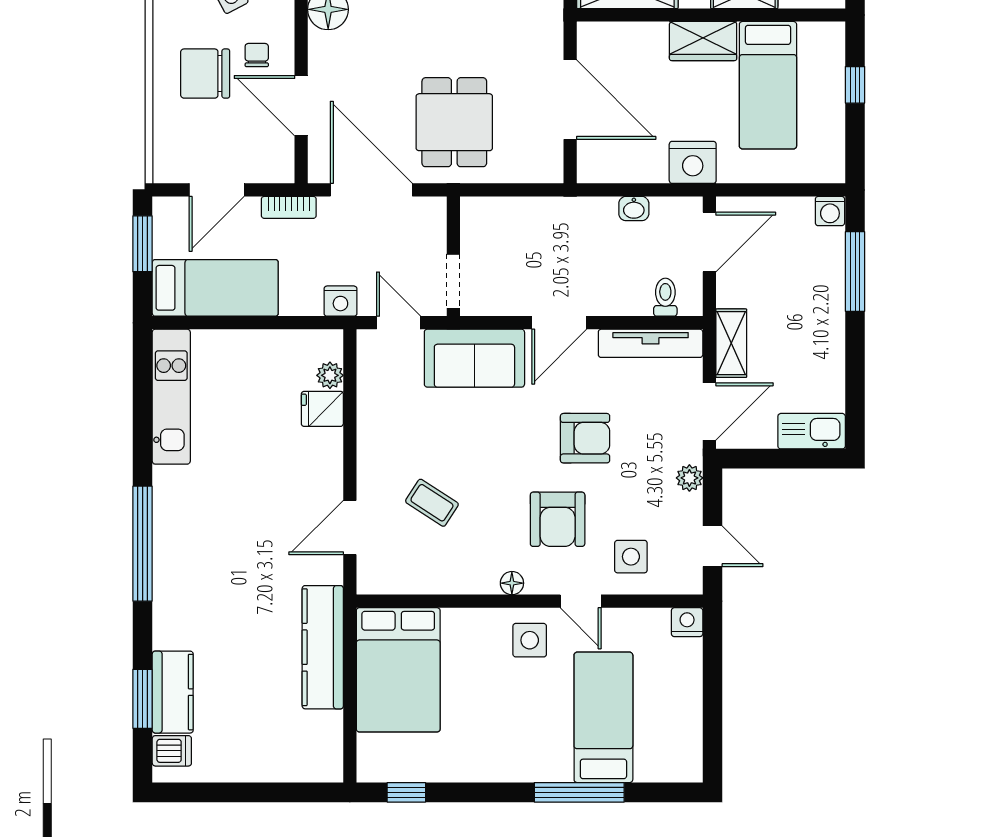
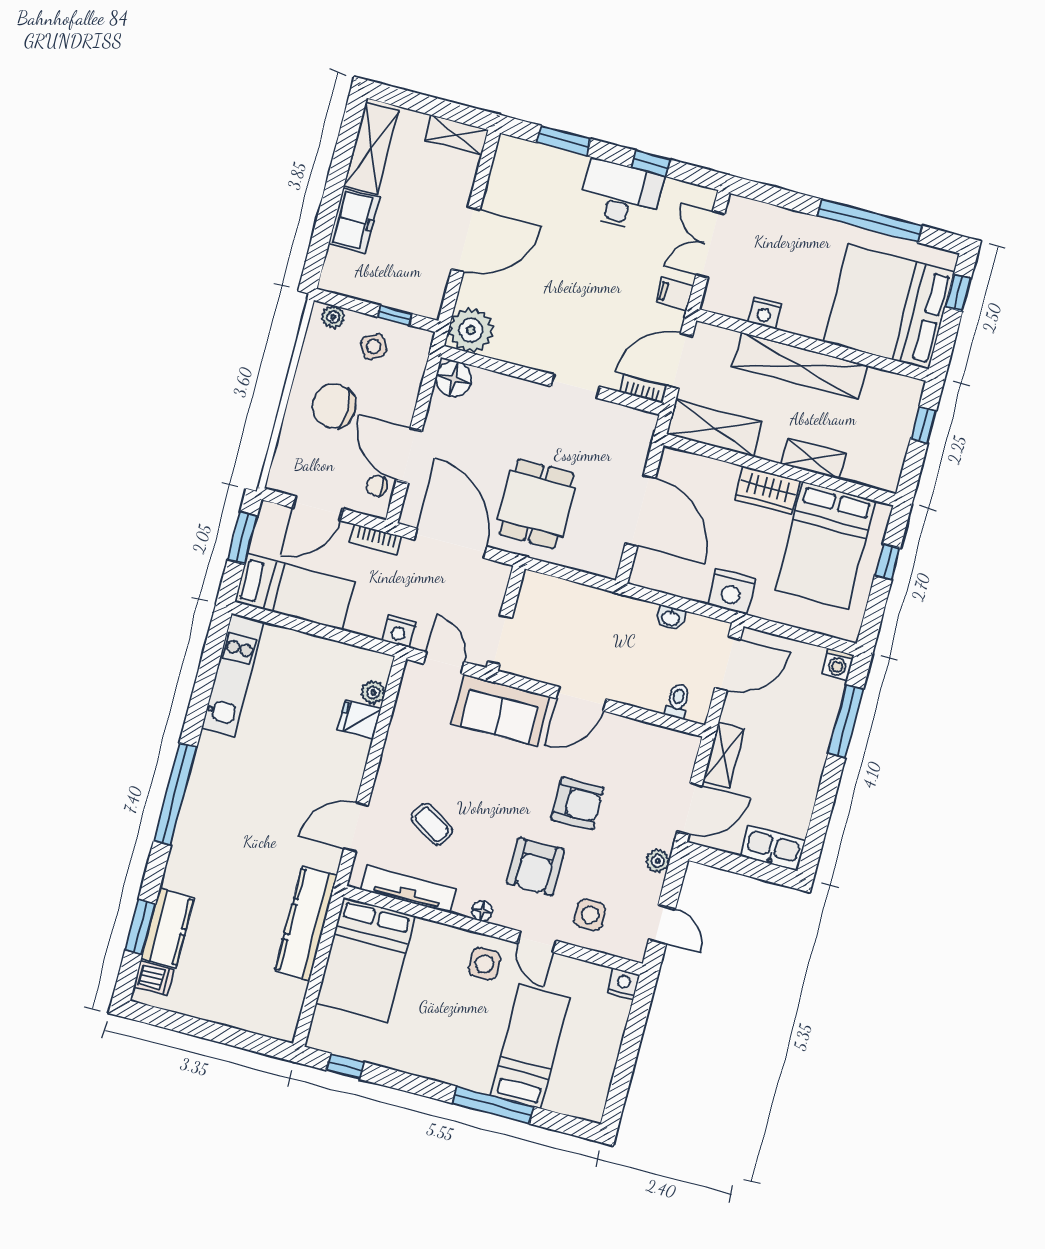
chair: (257, 55) -> (377, 486), moved, turned -90
bed: (768, 85) -> (825, 546), width x1.50
tv unit: (651, 343) -> (408, 889), moved, turned 180

